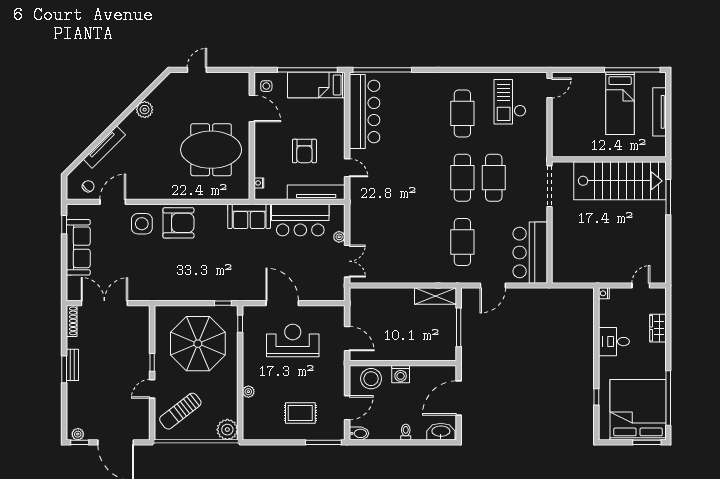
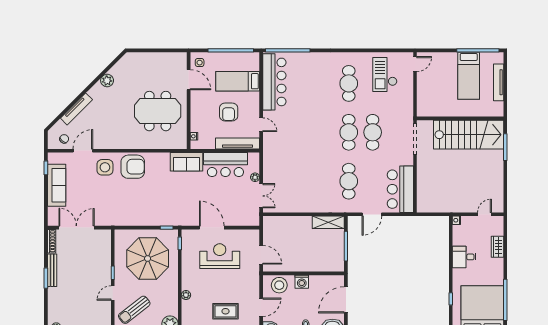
door: (197, 70) -> (147, 50), removed
bed: (316, 85) -> (238, 81), moved
bench: (72, 365) -> (52, 270), width x1.36

